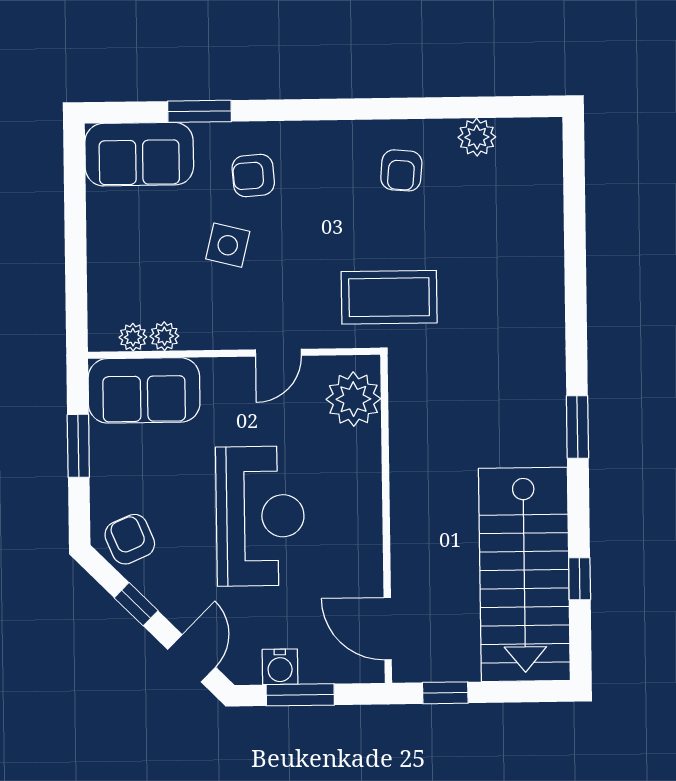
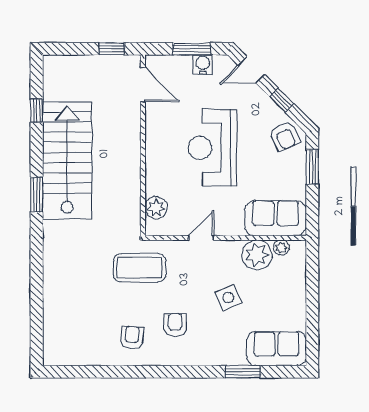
plant: (477, 137) -> (90, 355), removed
armchair: (253, 175) -> (175, 325), moved, turned -86
side table: (228, 245) -> (228, 298), turned -36
plant: (164, 336) -> (257, 255), width x1.88, depth x1.88
plant: (353, 399) -> (156, 208), width x0.73, depth x0.73
window: (78, 446) -> (312, 167), moved
stairs: (524, 574) -> (67, 160), moved
door: (192, 658) -> (251, 70), hinge flipped

